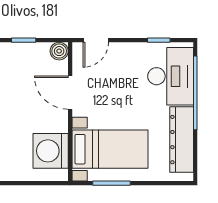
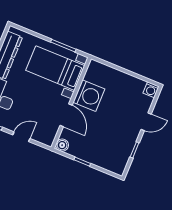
door: (96, 40) -> (21, 137), moved
washing machine: (51, 151) -> (89, 96), moved

